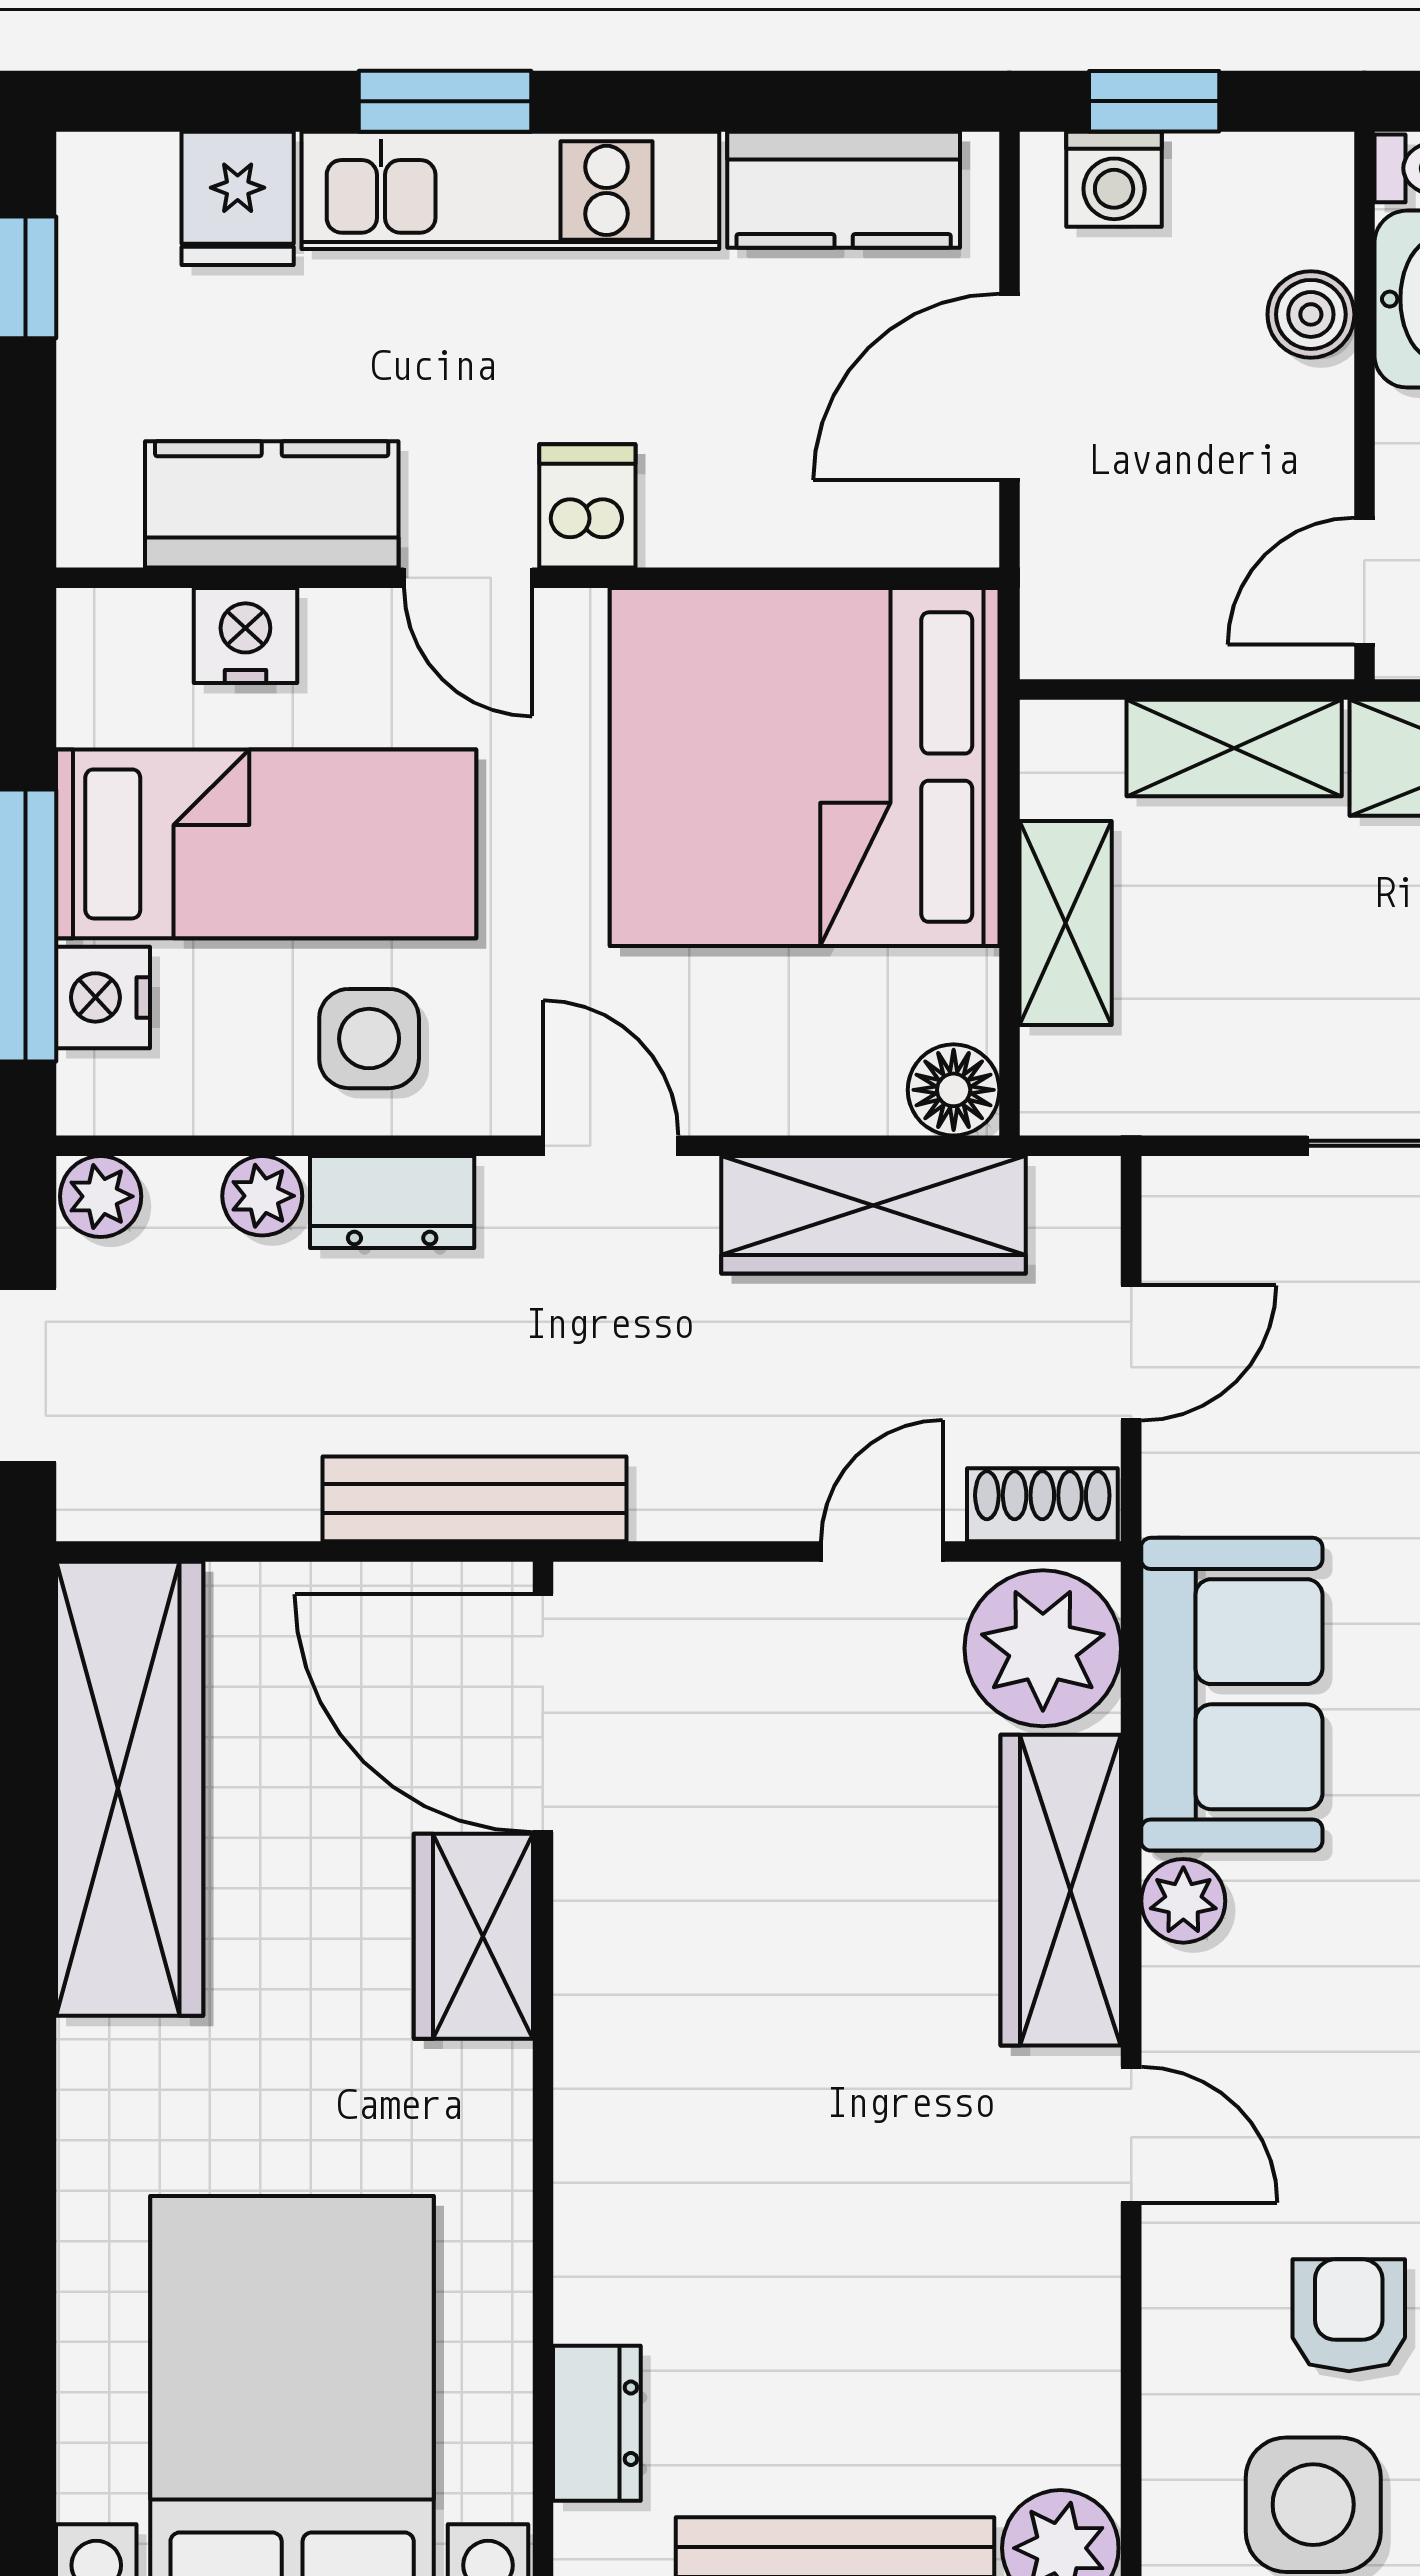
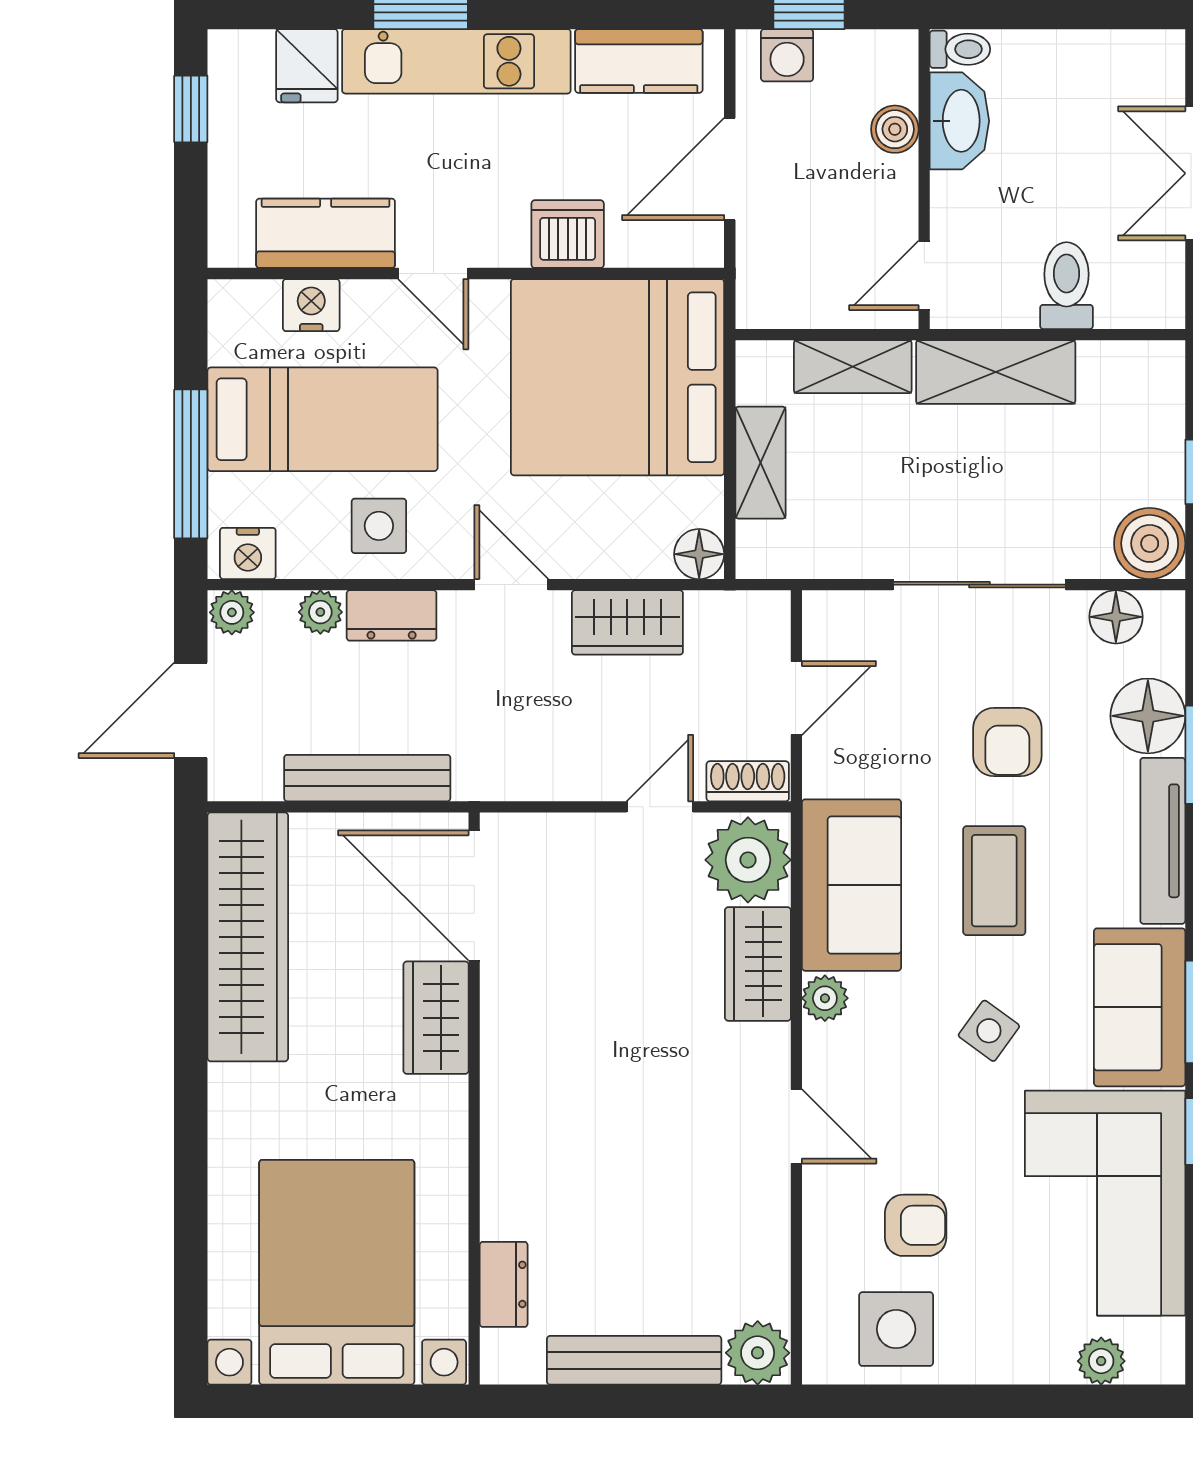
dishwasher: (587, 506) -> (568, 234), moved, width x1.38
nightstand: (103, 997) -> (248, 553), moved, turned -90
wardrobe: (873, 1215) -> (627, 622), width x0.67
bench: (474, 1499) -> (367, 778), moved
wardrobe: (1061, 1890) -> (758, 964), width x0.67
armchair: (1349, 2315) -> (916, 1225), turned 90

